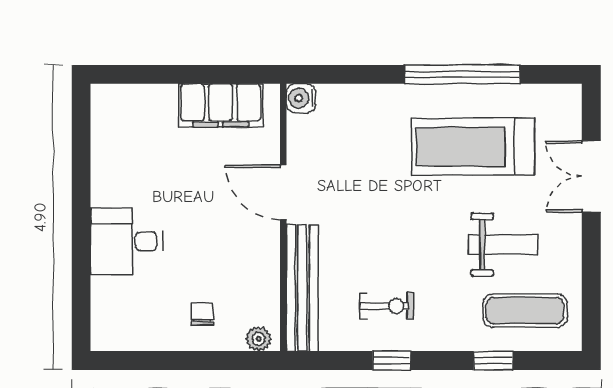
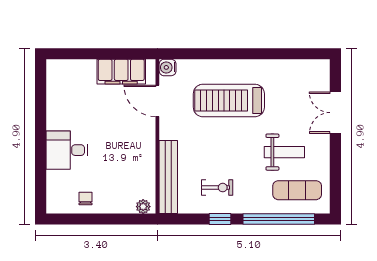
window: (462, 74) -> (261, 54), removed
treadmill: (473, 147) -> (229, 100), moved
door: (283, 192) -> (157, 101), moved
chair: (202, 314) -> (86, 199), moved
window: (493, 361) -> (279, 219), width x3.17

